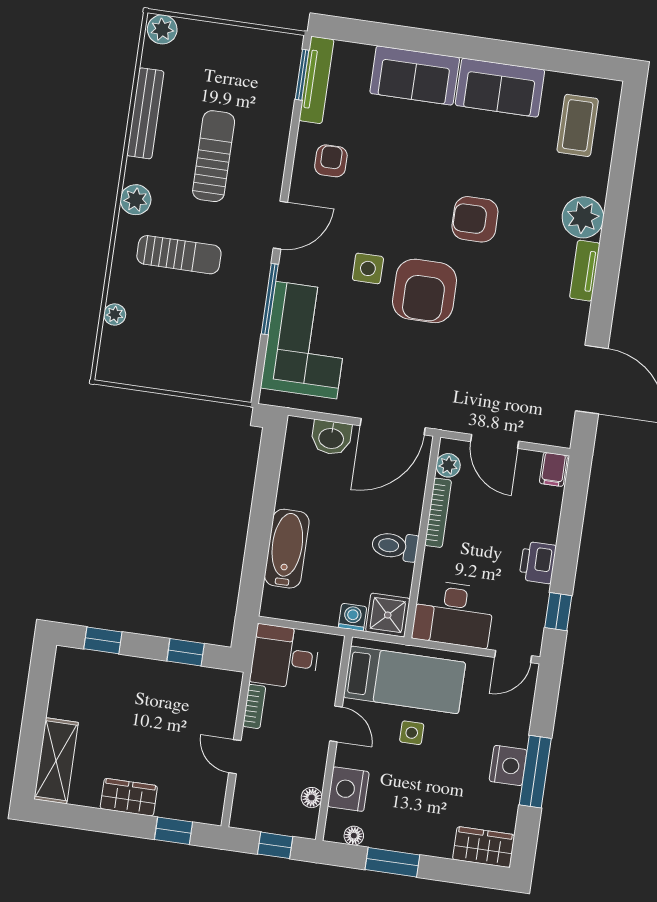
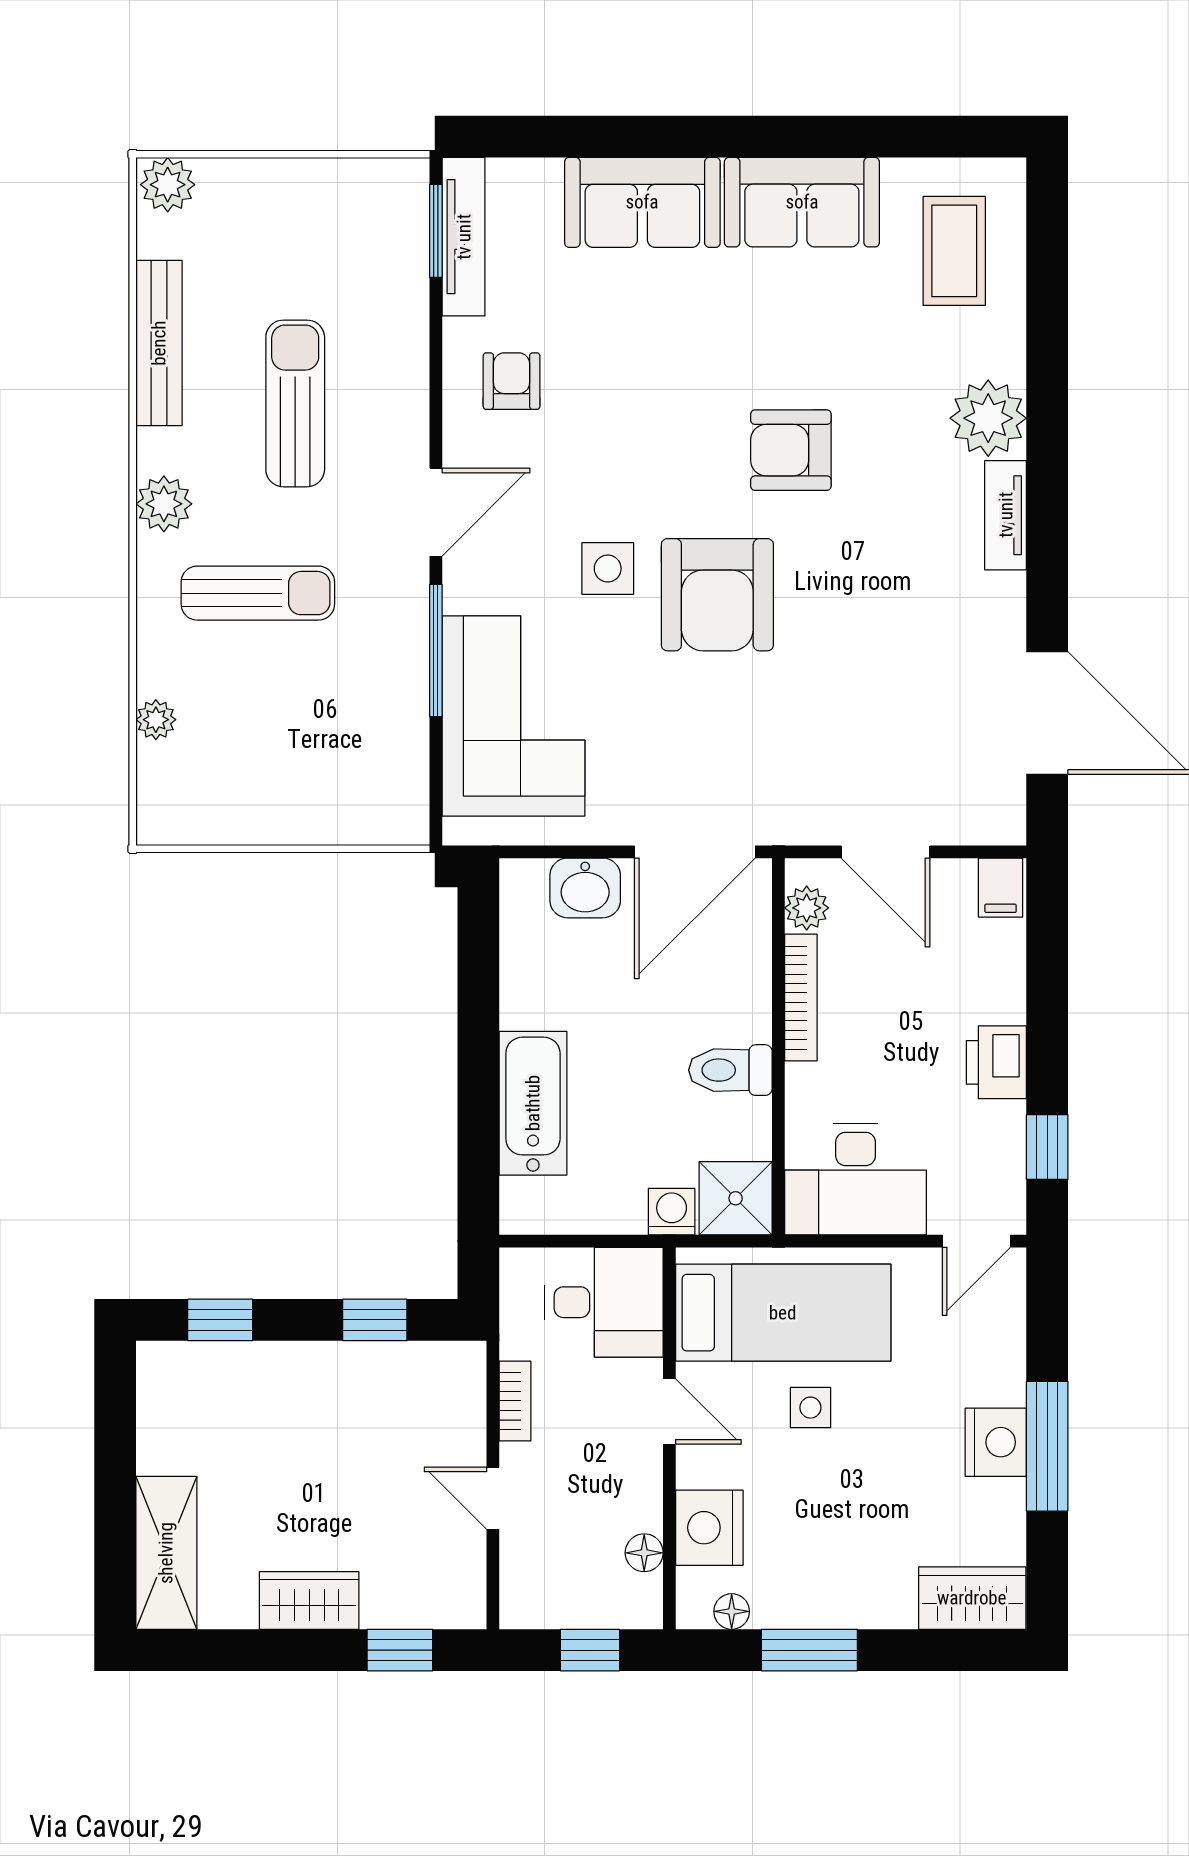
desk: (285, 657) -> (604, 1302), moved, turned 180

